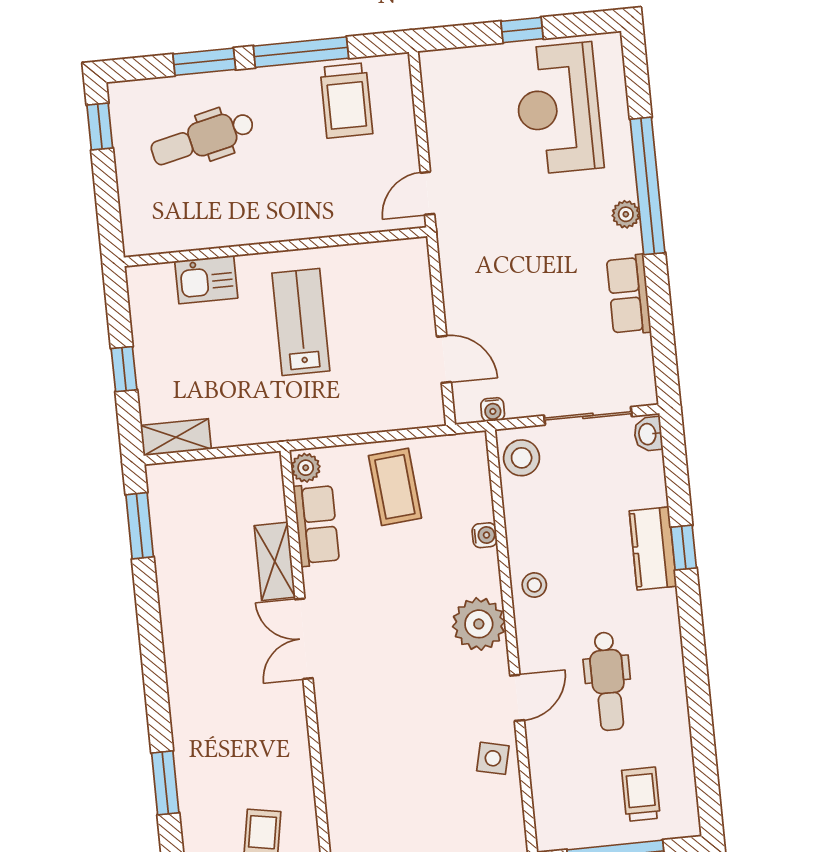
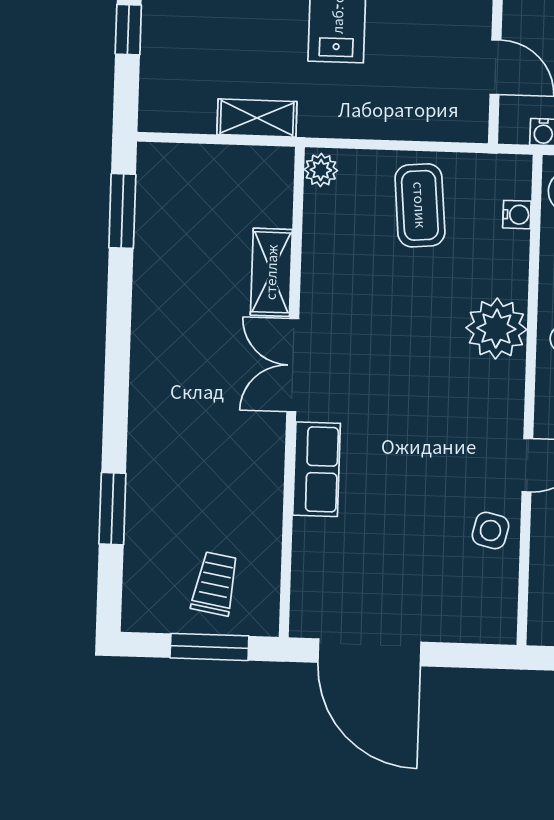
shelving: (176, 437) -> (257, 118), moved
row of seats: (316, 525) -> (317, 469), moved
water cooler: (485, 535) -> (517, 215), moved
plant: (479, 624) -> (496, 329), moved

